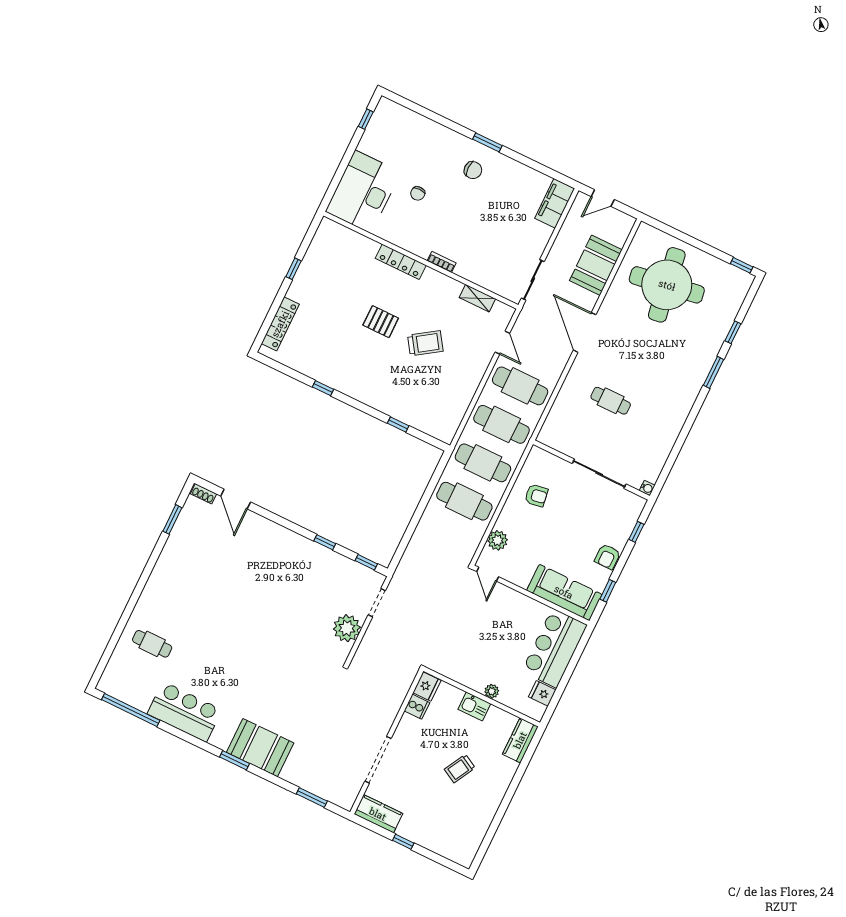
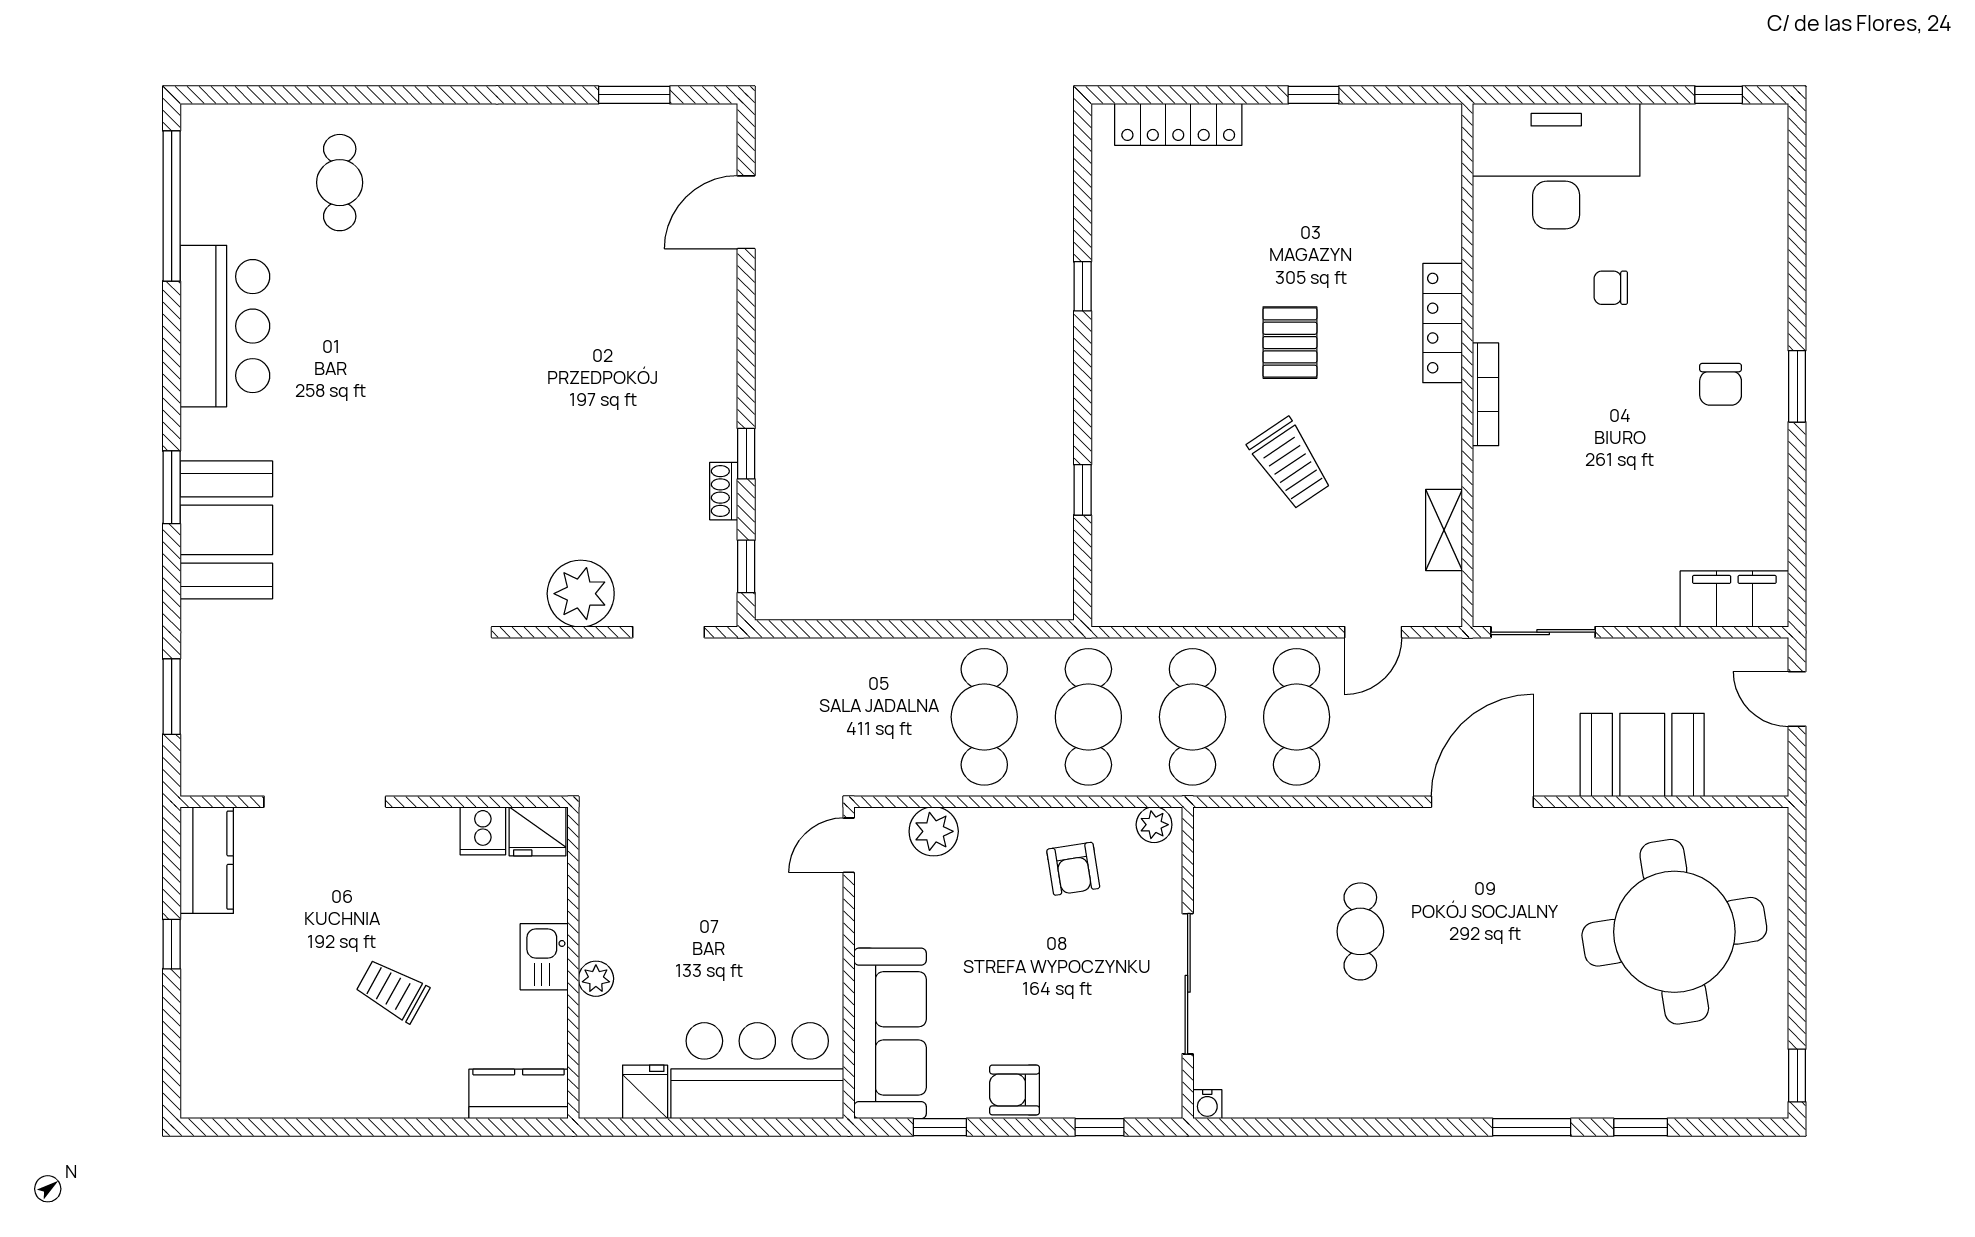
bookcase: (442, 262) -> (1486, 394), width x1.56
plant: (534, 458) -> (1154, 825), added
shoe rack: (204, 494) -> (724, 491), moved

